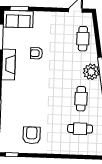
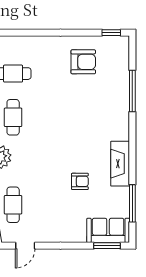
armchair: (32, 135) -> (83, 62), turned -90

